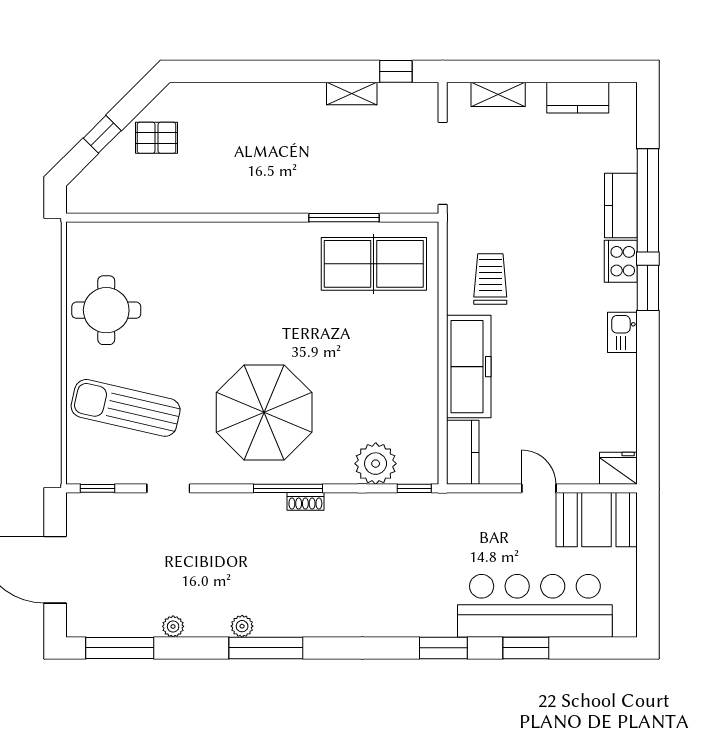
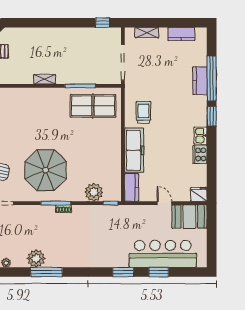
shelving: (352, 93) -> (45, 79), moved
cooker: (621, 261) -> (200, 154), moved
plant: (242, 626) -> (36, 258), width x1.88, depth x1.88

